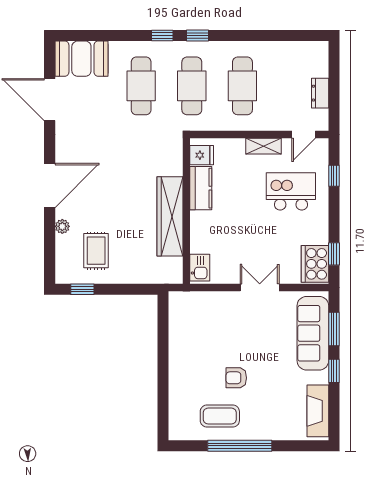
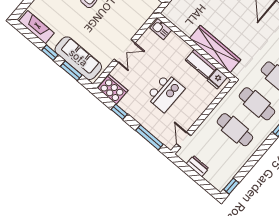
window: (310, 36) -> (231, 186), added
shelving: (263, 146) -> (195, 114), removed
window: (334, 176) -> (149, 137), width x2.17
kitchen island: (291, 191) -> (165, 93), moved
wardrobe: (170, 216) -> (215, 49), moved
window: (334, 254) -> (119, 112), moved

